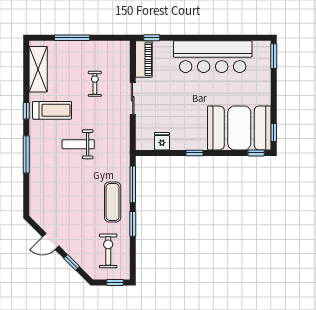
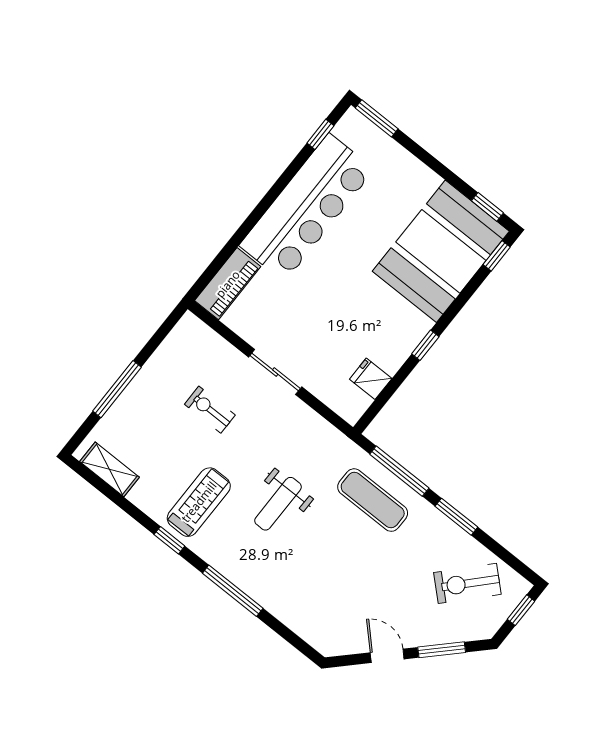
window: (152, 38) -> (320, 134), moved
piano: (144, 59) -> (228, 284), moved, turned 90
shelving: (38, 69) -> (110, 469), width x0.67, depth x0.75
exercise mat: (113, 202) -> (373, 500), moved
door: (51, 241) -> (387, 656), swing flipped
exercise bike: (108, 251) -> (467, 583), turned -47
window: (72, 262) -> (442, 650), width x1.50

